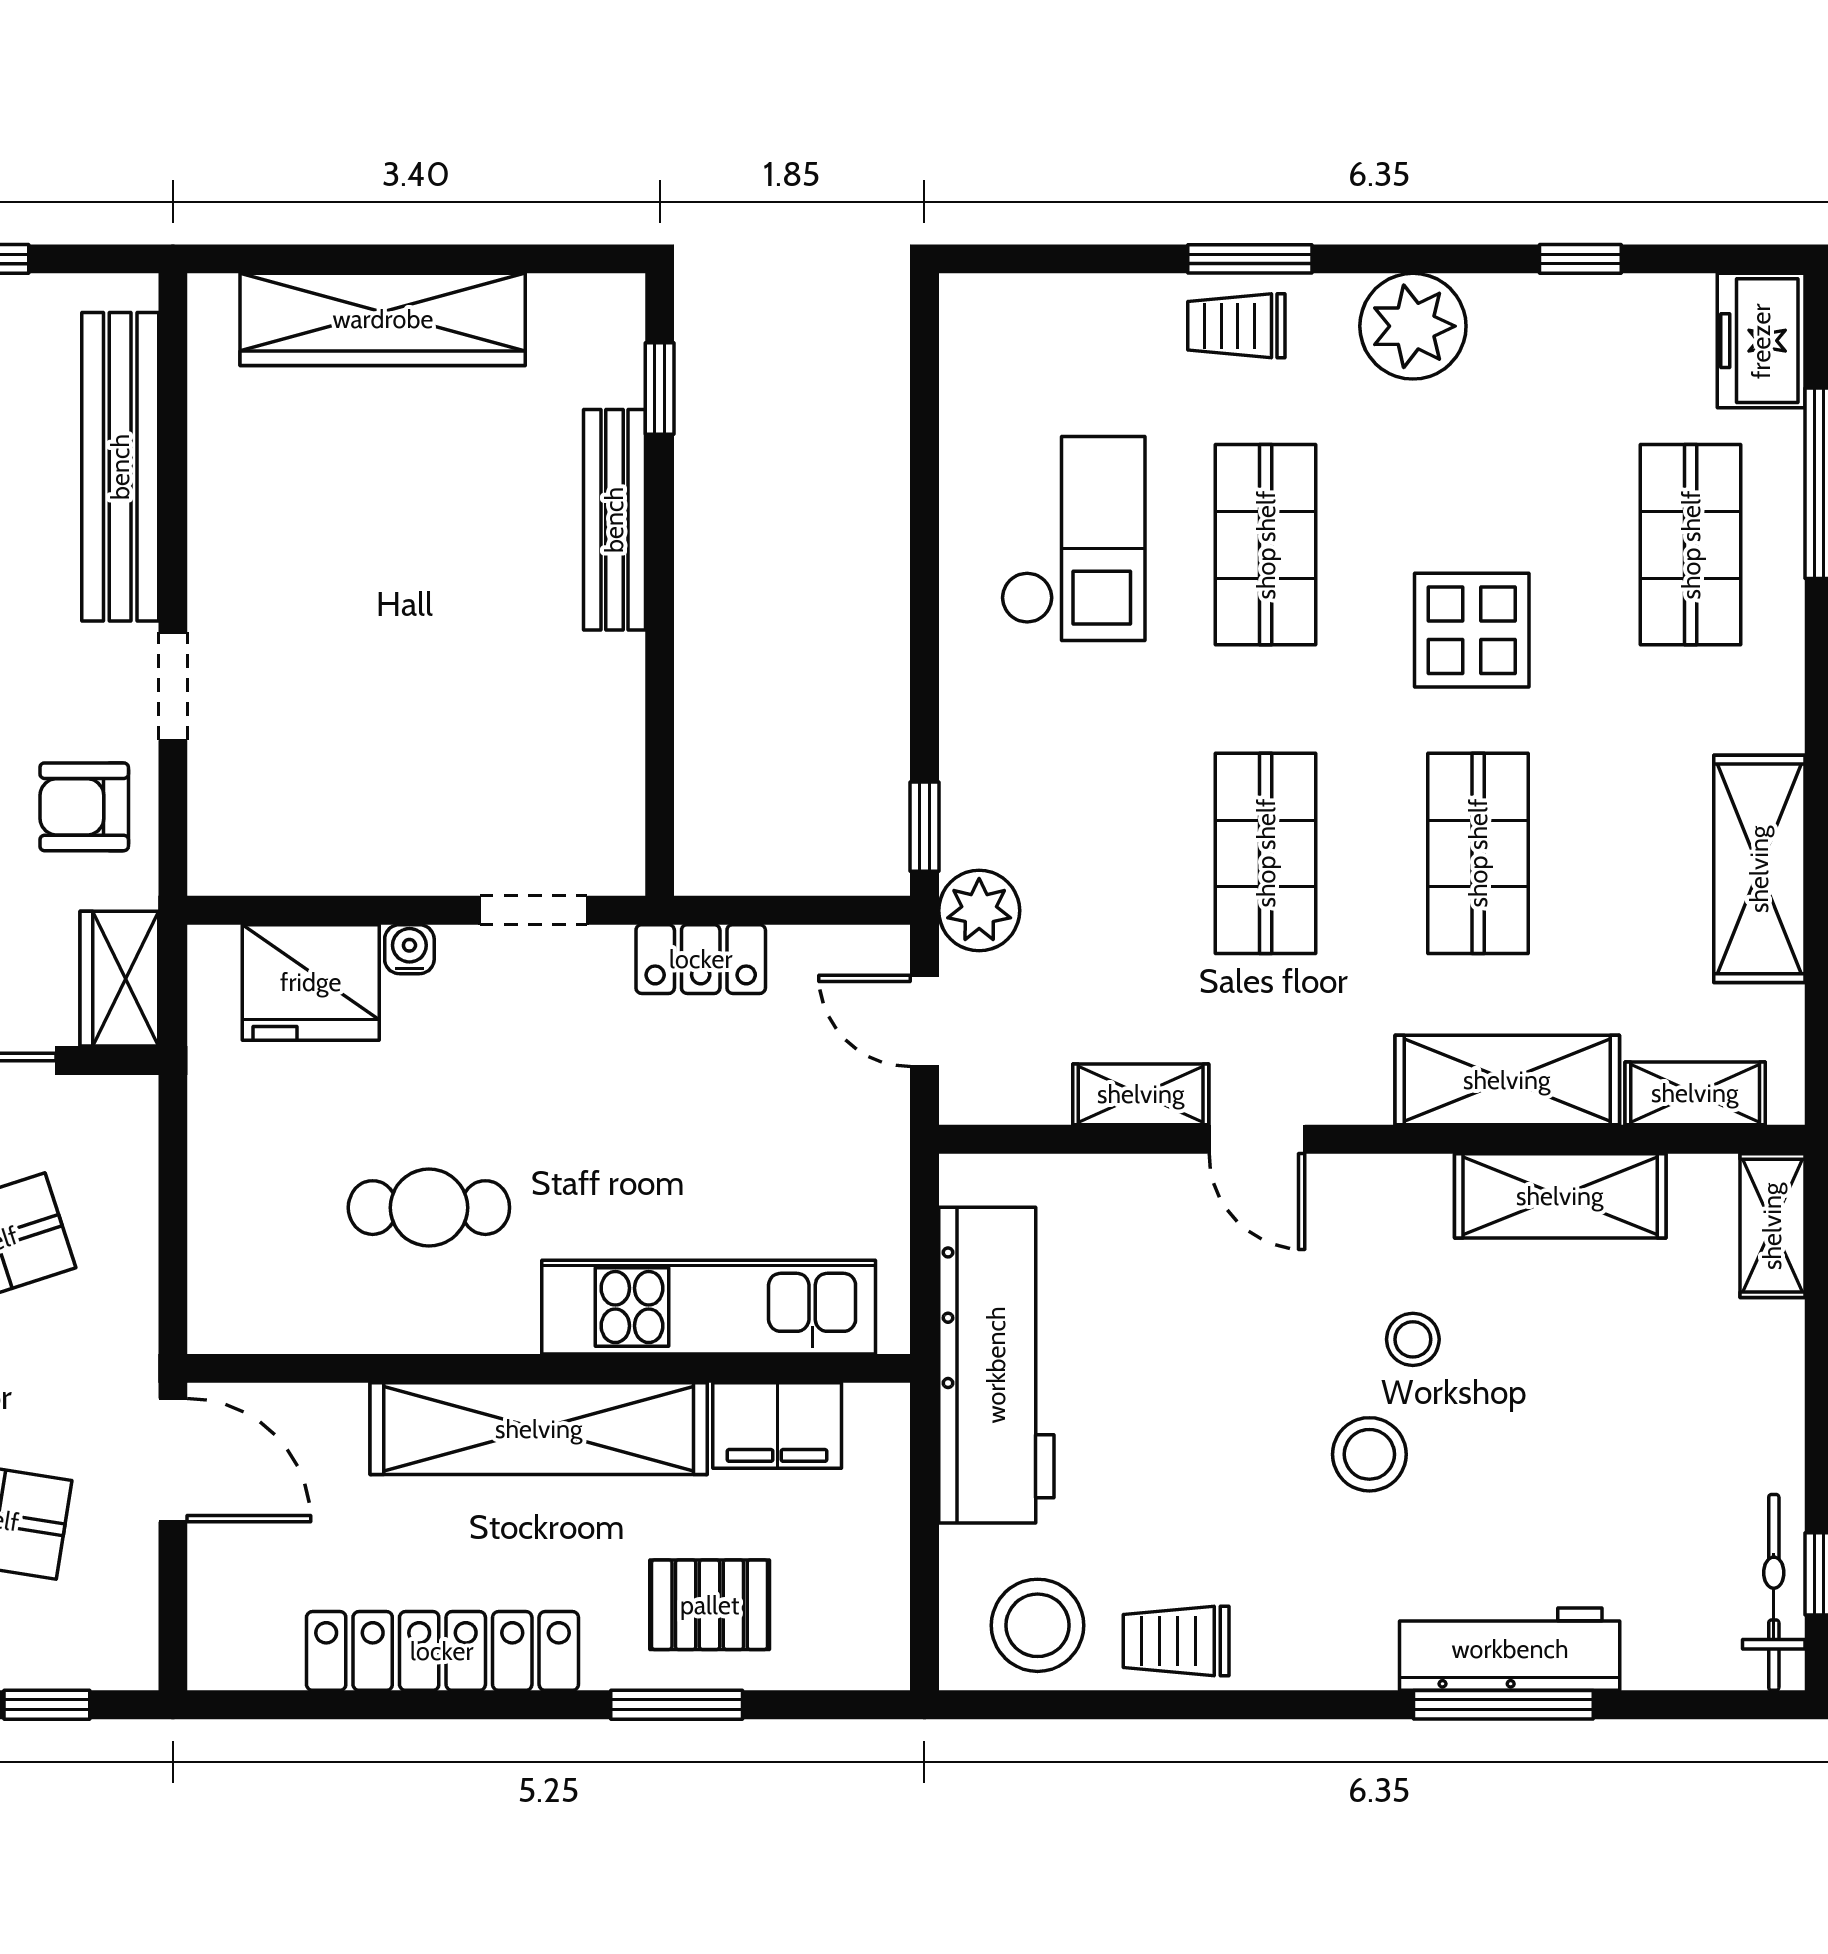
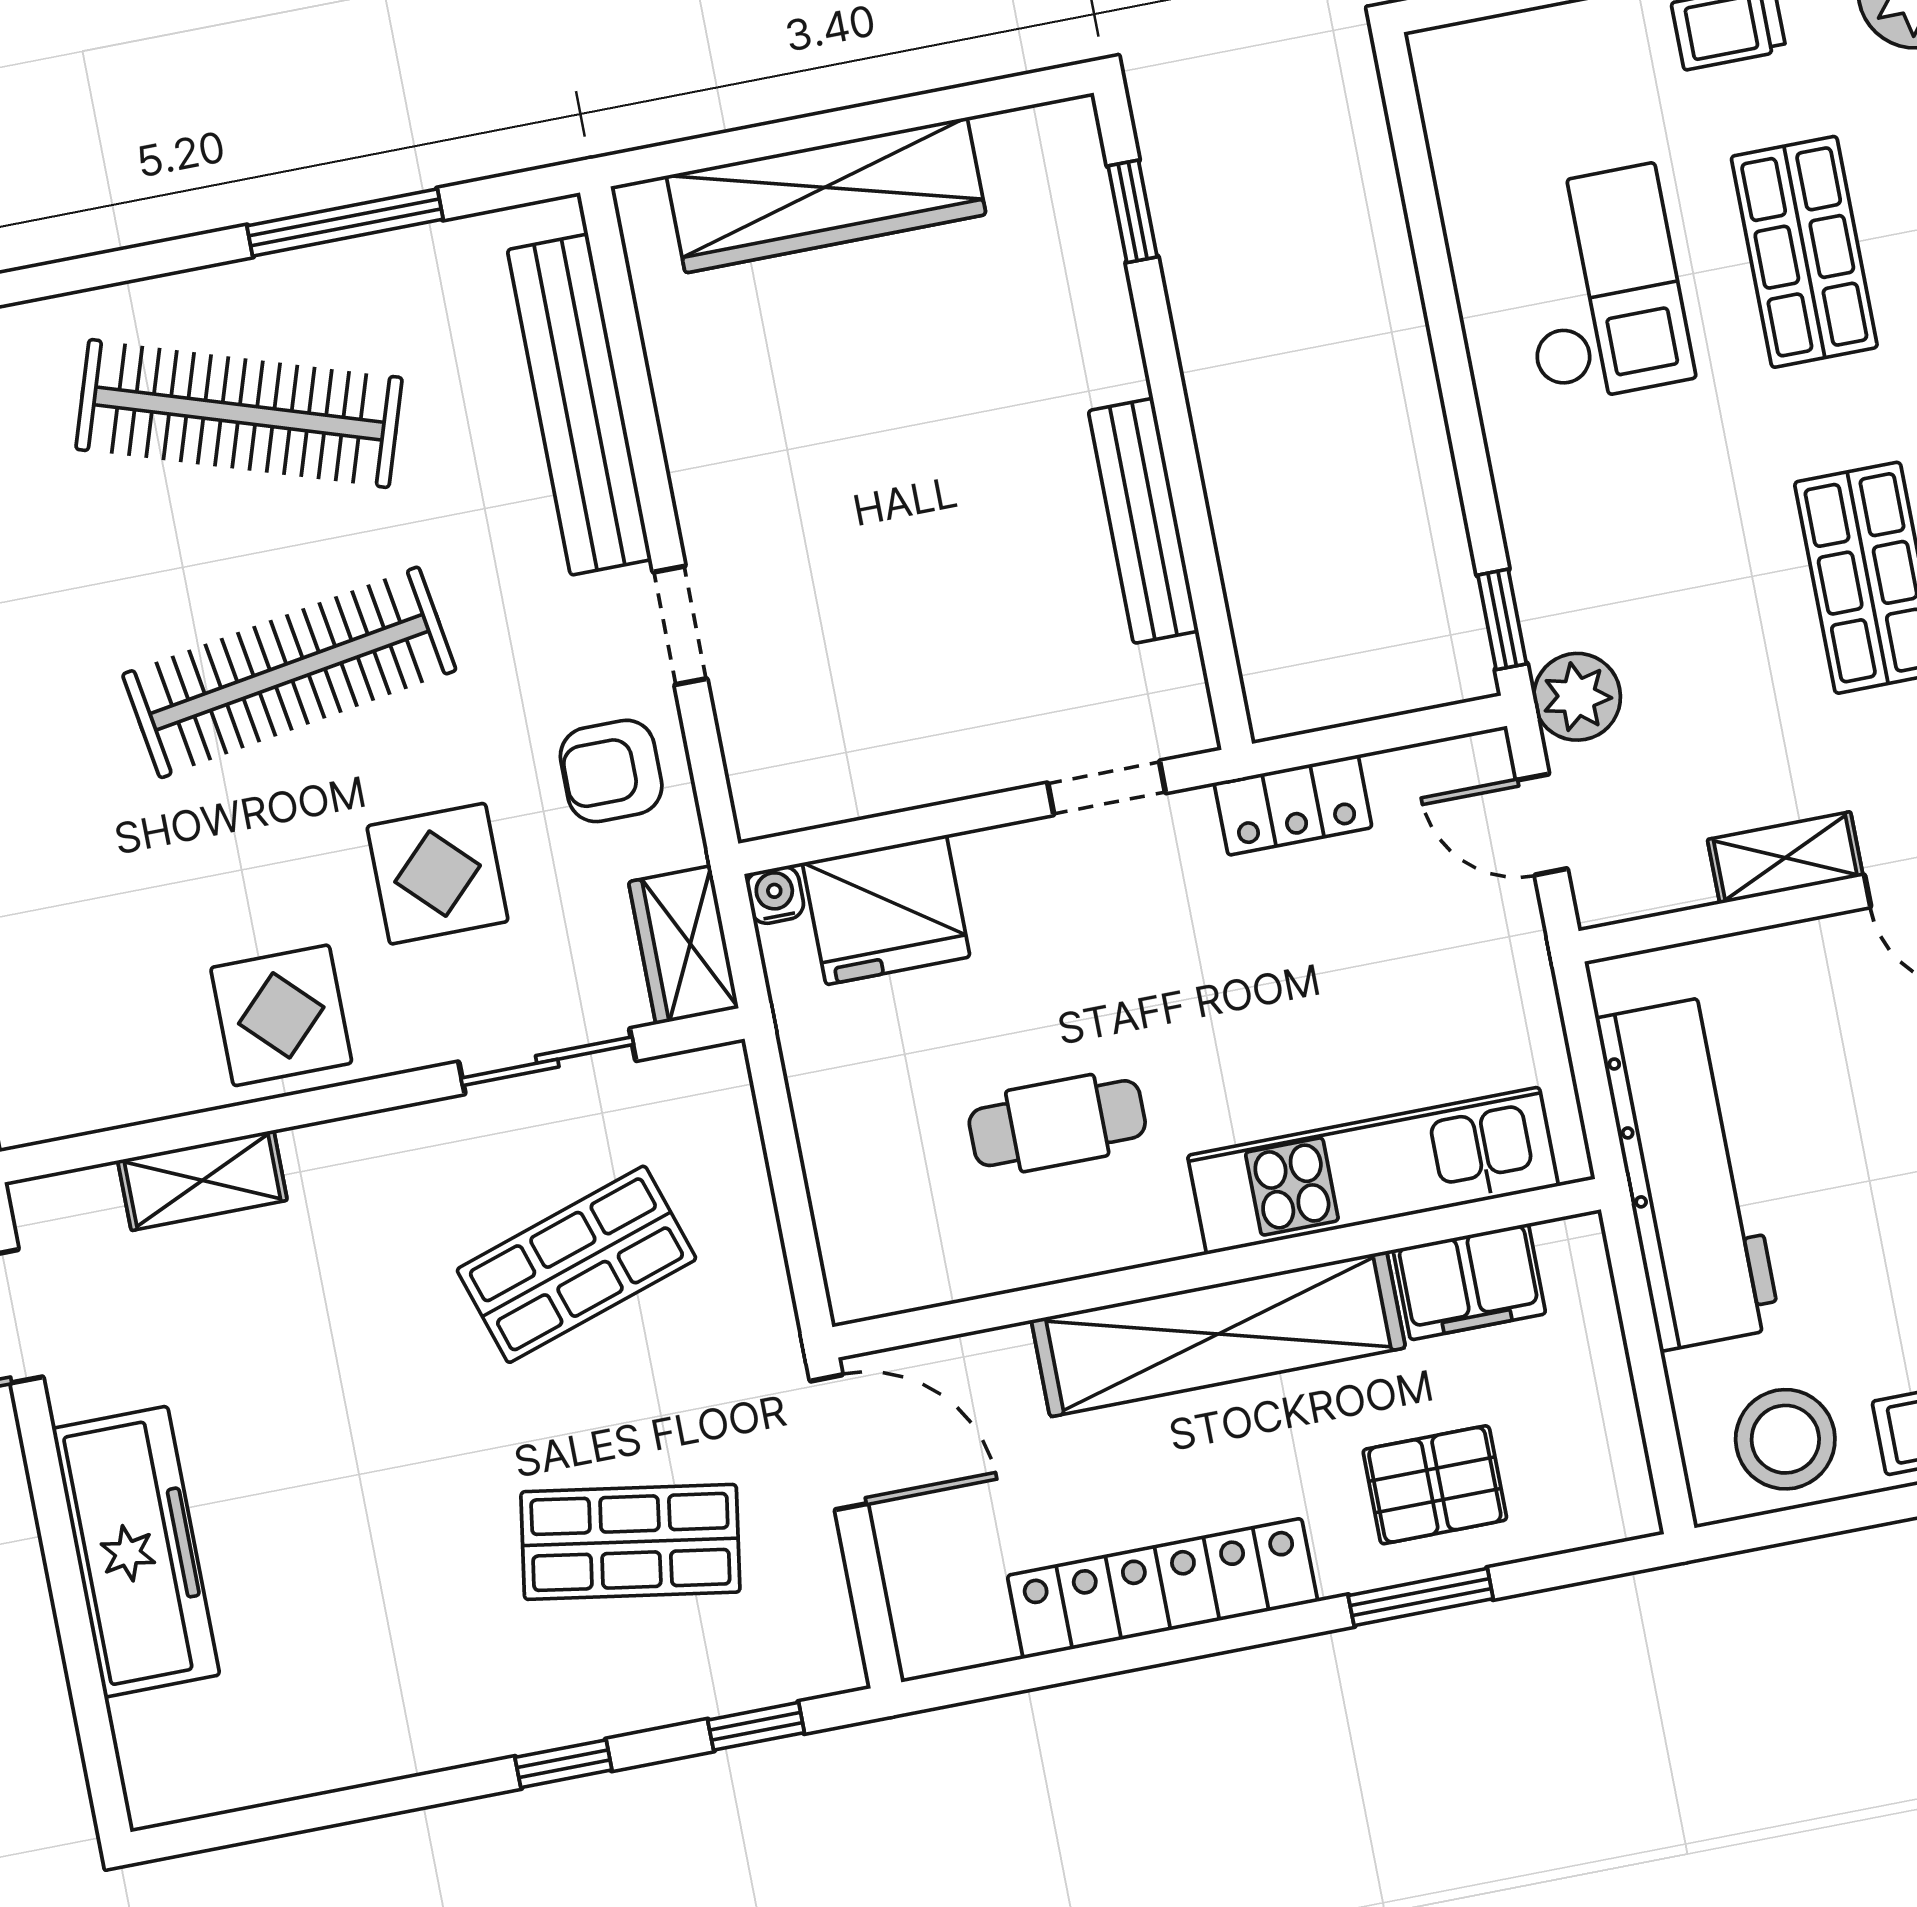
bench: (614, 520) -> (1143, 521), moved
water cooler: (409, 949) -> (775, 895), moved

